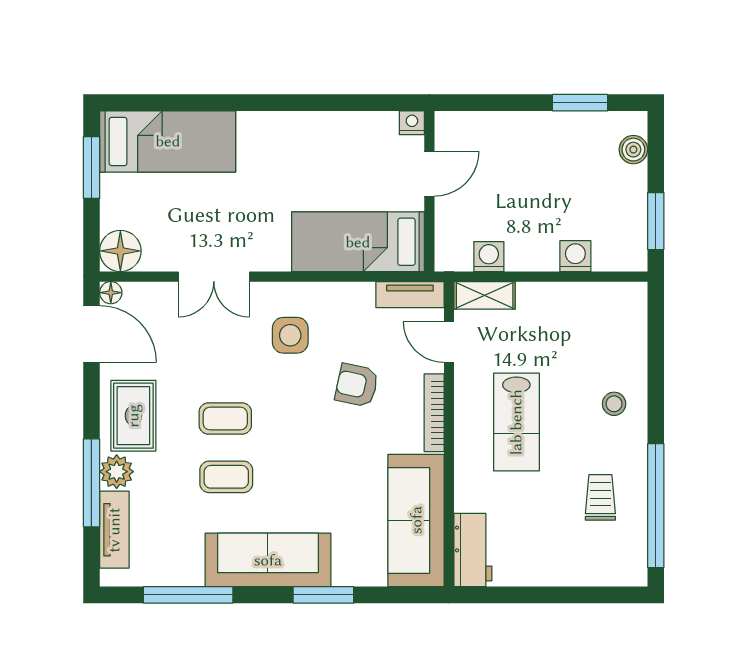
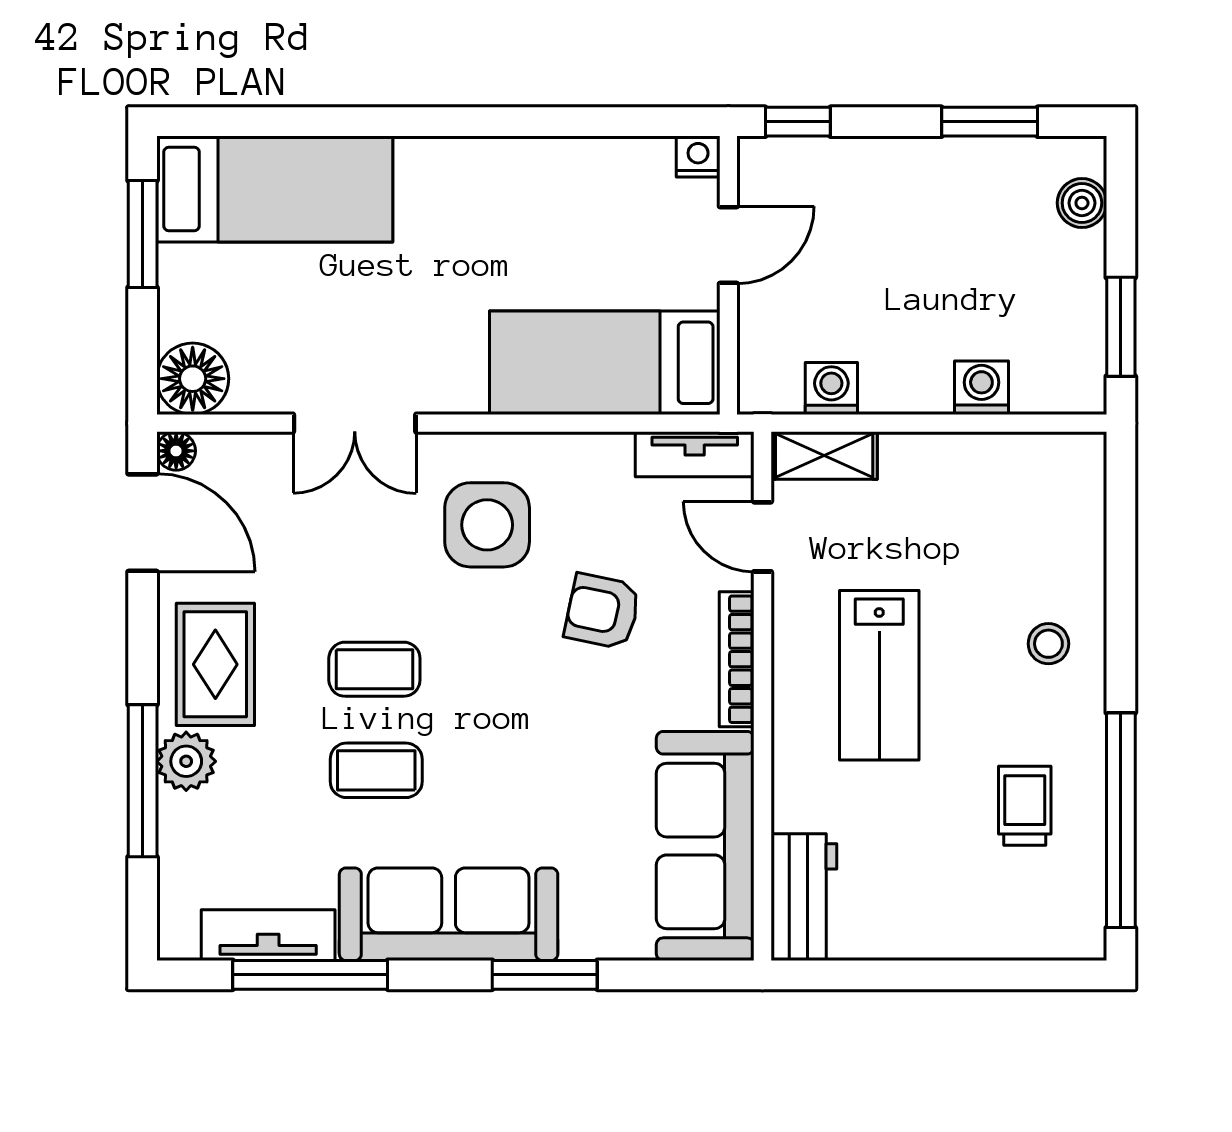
window: (469, 103) -> (798, 122), added
side table: (290, 335) -> (487, 525), width x1.37, depth x1.37
tv unit: (114, 530) -> (268, 935), moved, turned -90

